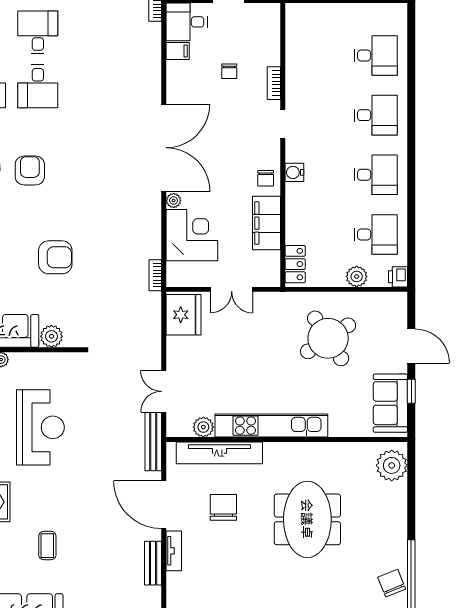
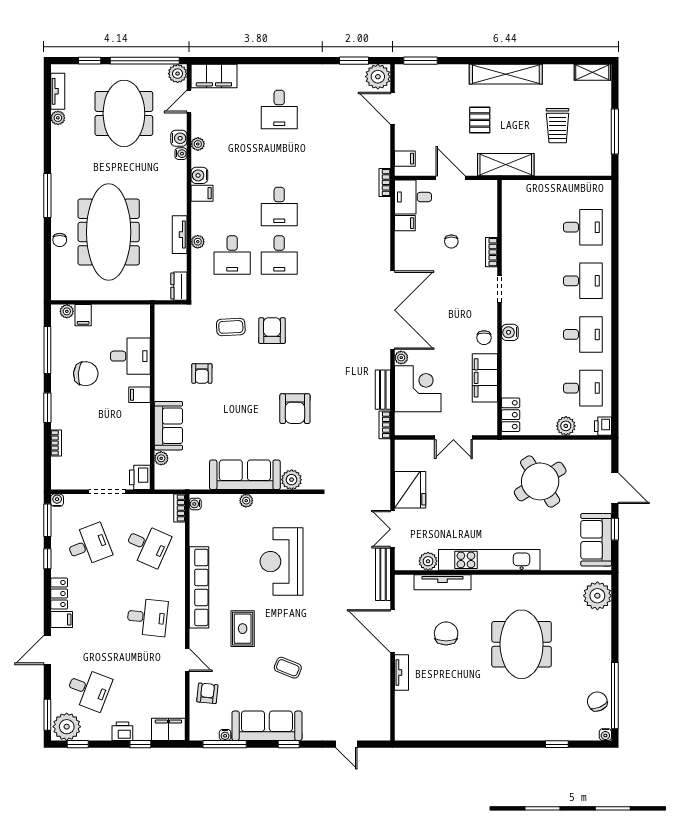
desk: (38, 32) -> (279, 206), turned 180
armchair: (55, 257) -> (295, 409), turned 90
fridge: (183, 315) -> (410, 490), moved
reception desk: (40, 427) -> (282, 562), turned 180
tv unit: (219, 453) -> (442, 582), width x0.73, depth x0.78
coffee table: (47, 546) -> (288, 668), turned -68
bench: (153, 563) -> (383, 390), moved

